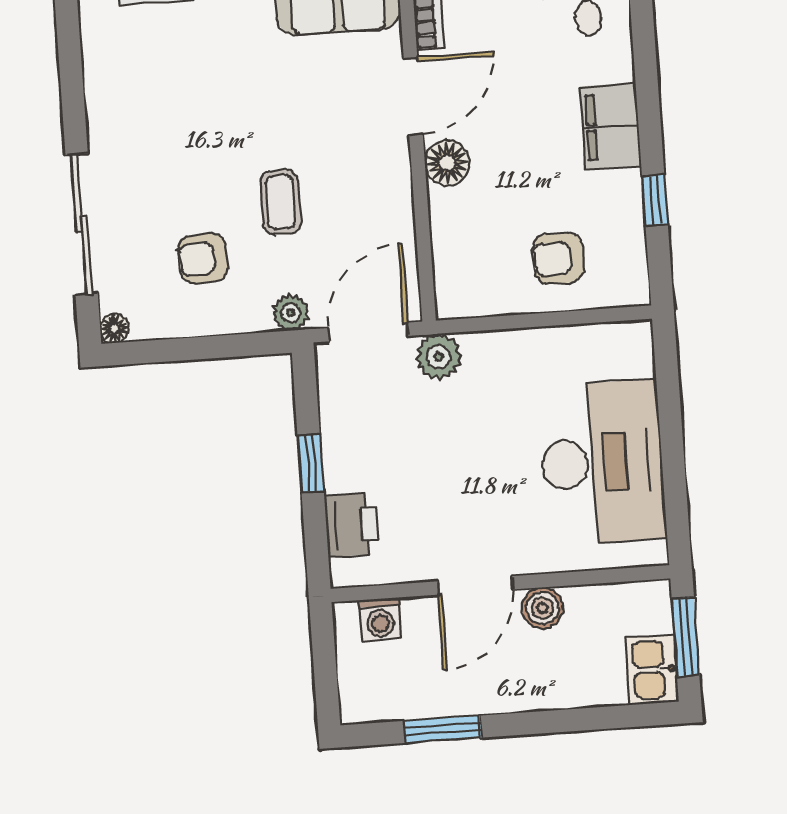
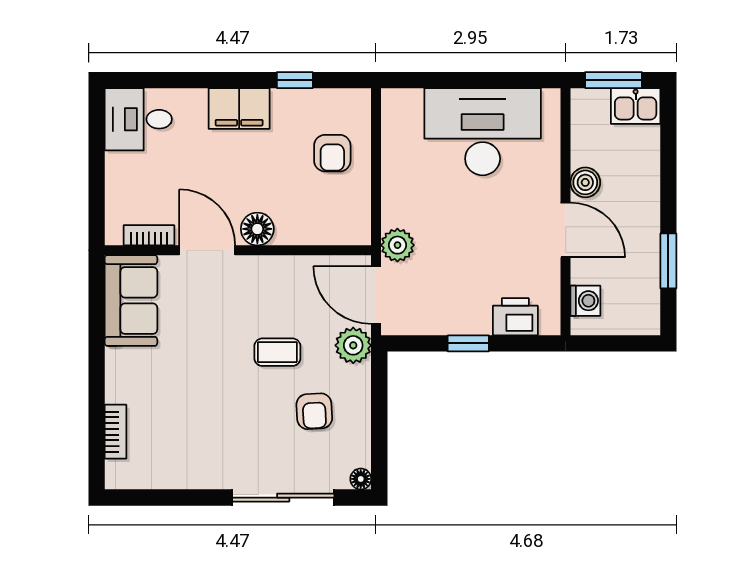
plant: (291, 313) -> (353, 345), width x1.38, depth x1.38

